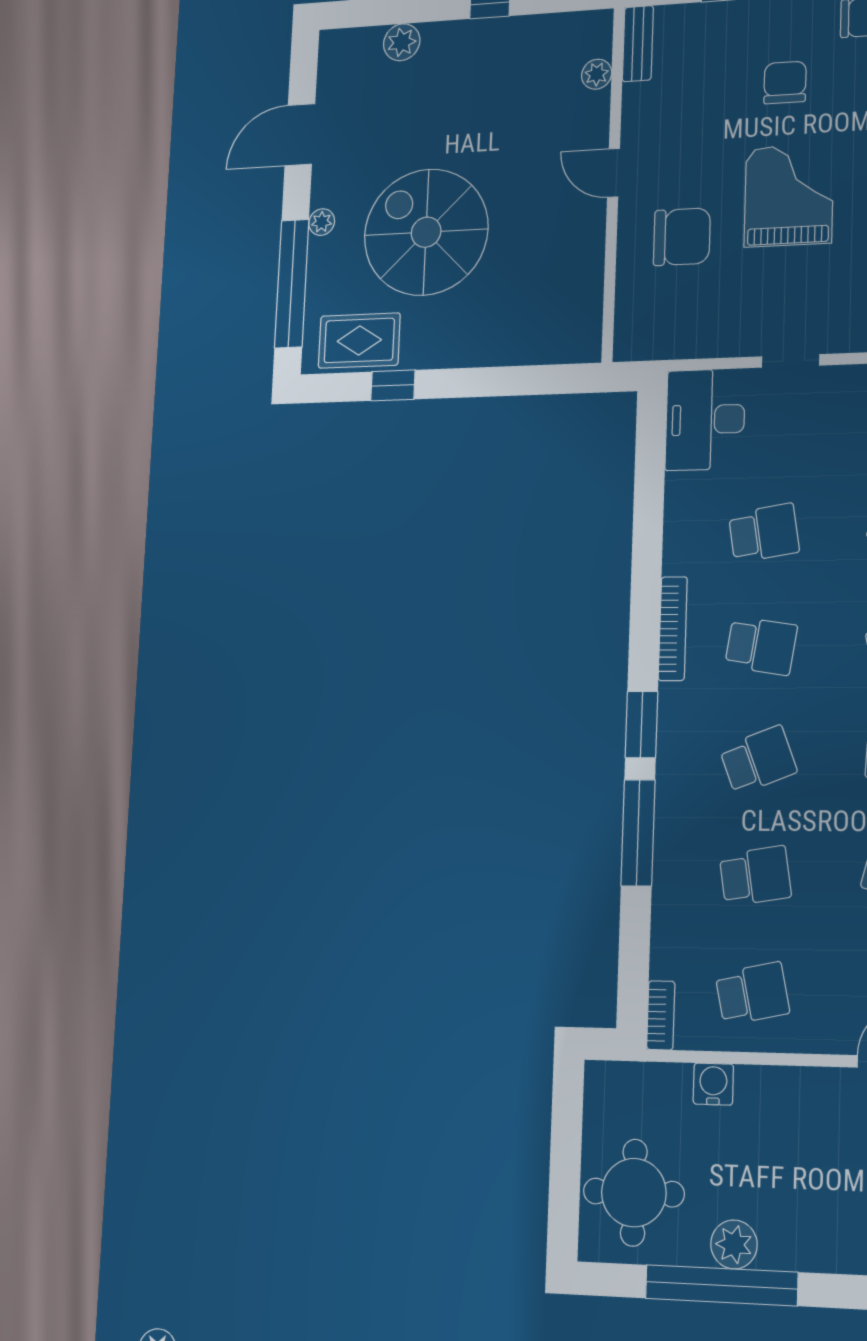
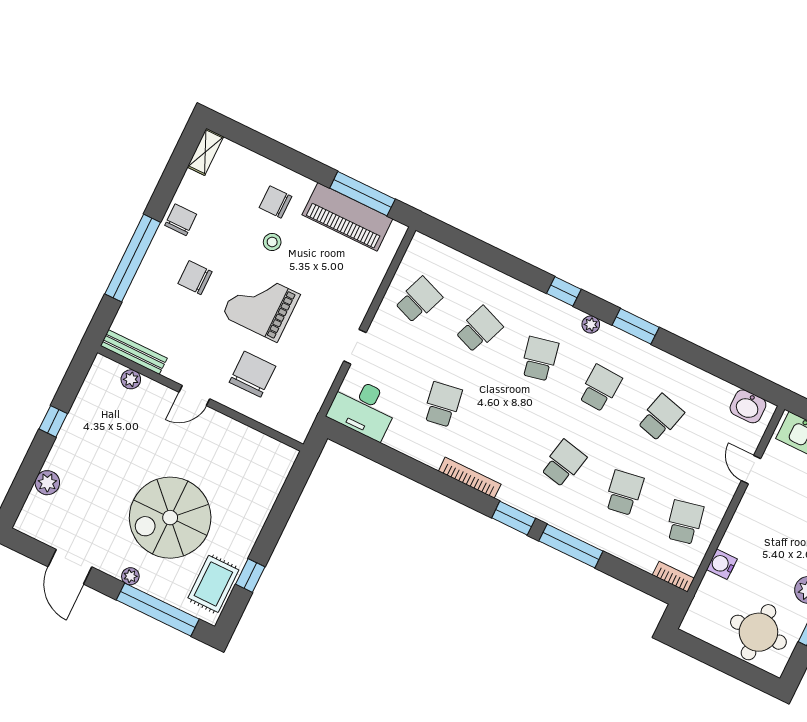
bench: (638, 44) -> (134, 352), width x1.36
school desk: (761, 646) -> (503, 434), removed
school desk: (758, 760) -> (564, 463), turned 33

